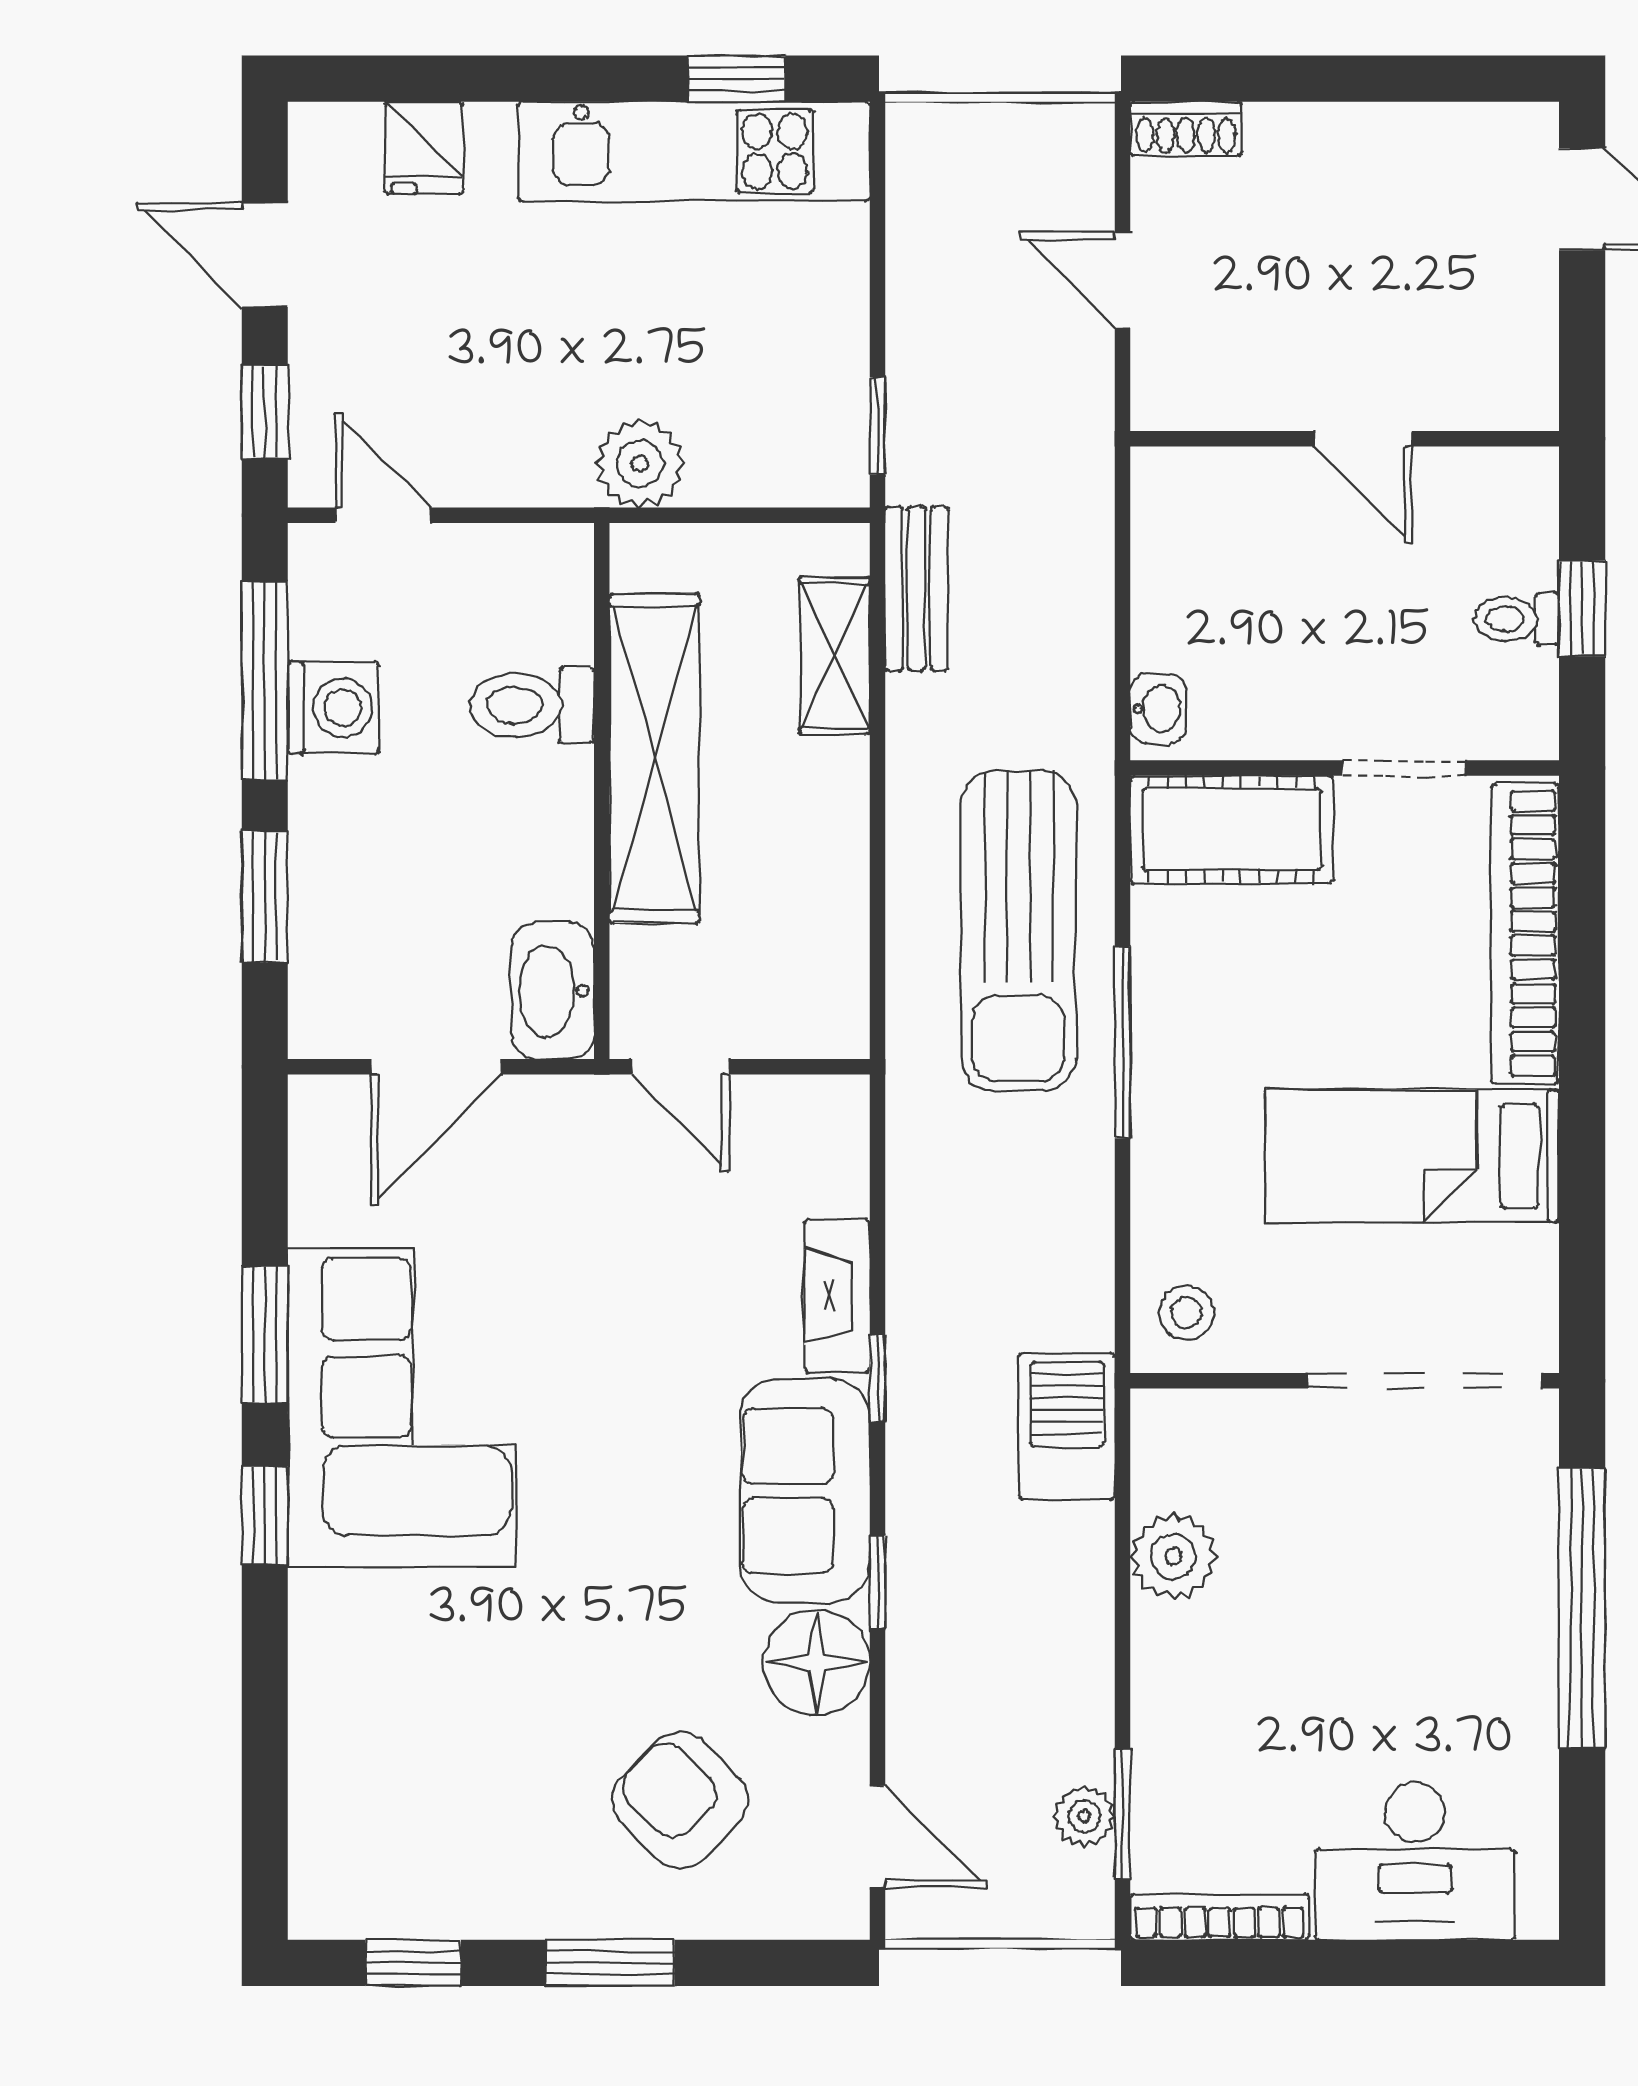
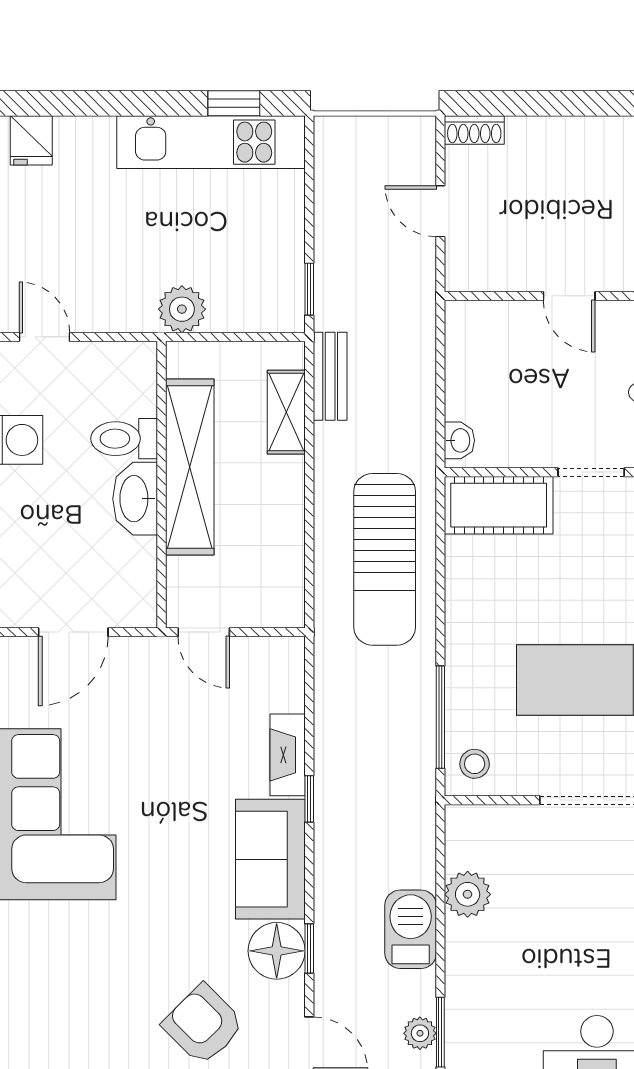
fridge: (424, 148) -> (31, 140), moved
washbasin: (552, 991) -> (135, 499), moved
window: (1123, 1042) -> (440, 717), moved
barbecue: (1067, 1426) -> (411, 929), moved
window: (877, 1582) -> (309, 948), moved

